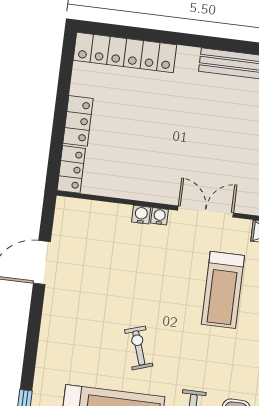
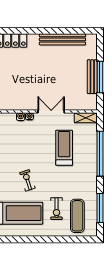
treadmill: (223, 290) -> (64, 148), turned 180

